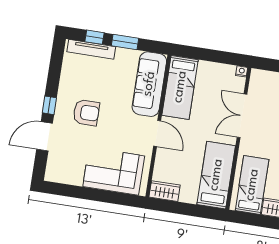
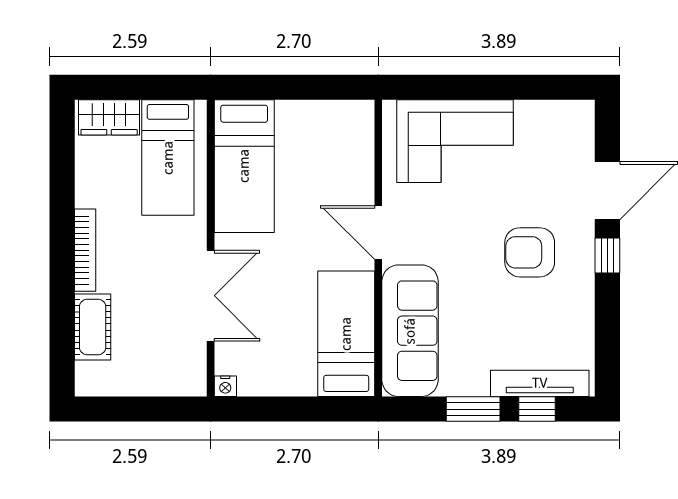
wardrobe: (165, 191) -> (345, 117), removed

